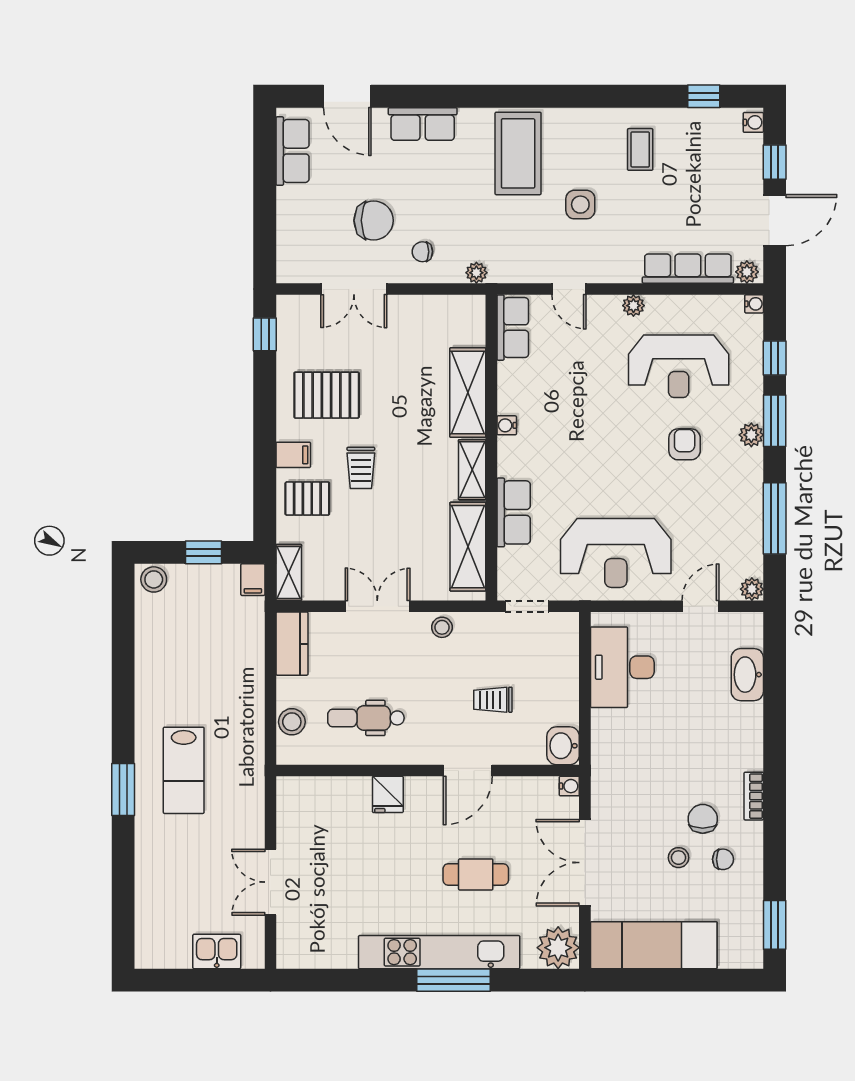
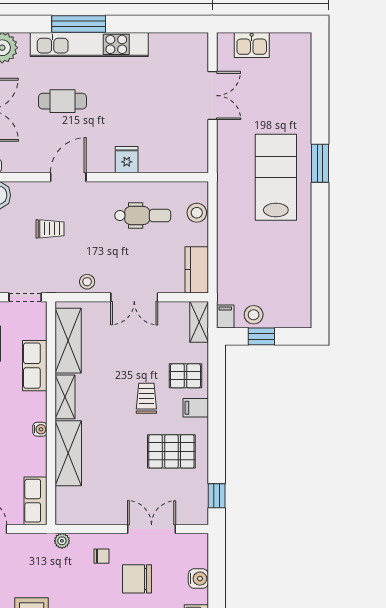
water cooler: (290, 221) -> (198, 579), added
stool: (154, 579) -> (254, 315), moved
lab bench: (184, 770) -> (276, 177), width x1.36, depth x1.39

